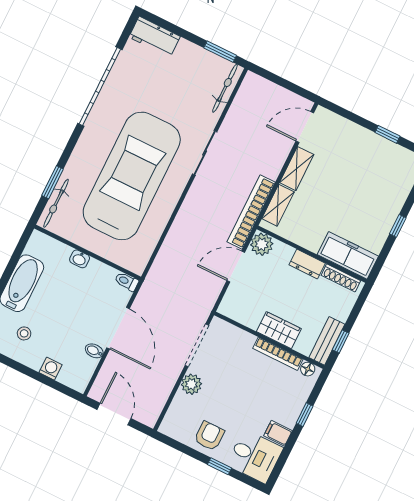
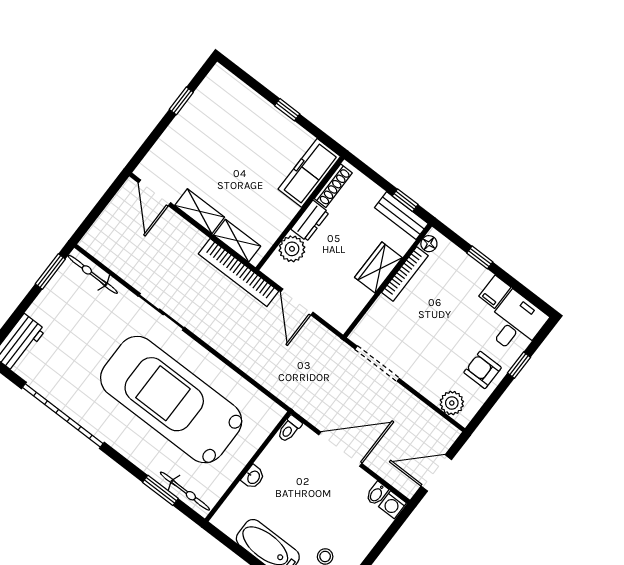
plant: (262, 244) -> (292, 249), moved
bidet: (94, 351) -> (377, 494), moved
washing machine: (51, 369) -> (392, 505), moved, turned -90
plant: (191, 384) -> (452, 403), moved

